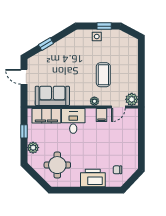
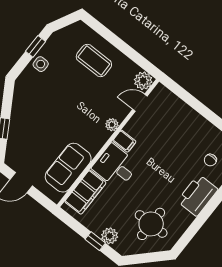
coffee table: (103, 75) -> (94, 61), moved
door: (118, 107) -> (140, 103), swing flipped
filing cabinet: (101, 115) -> (124, 141), moved
window: (24, 131) -> (95, 241), moved

